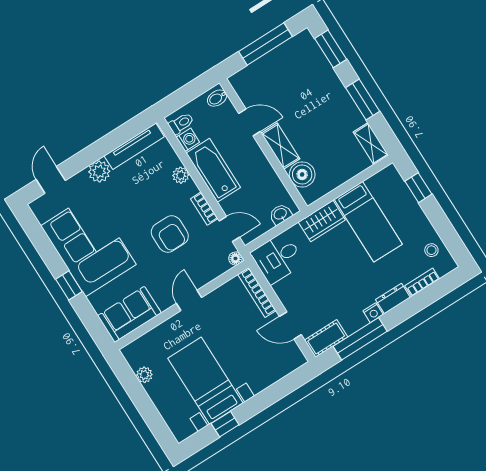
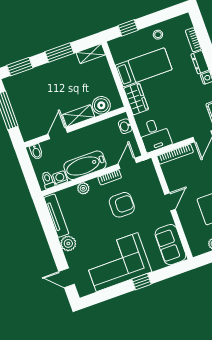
stool: (431, 250) -> (158, 35), moved
floor lamp: (235, 258) -> (149, 164), removed
door: (189, 300) -> (170, 202), swing flipped

